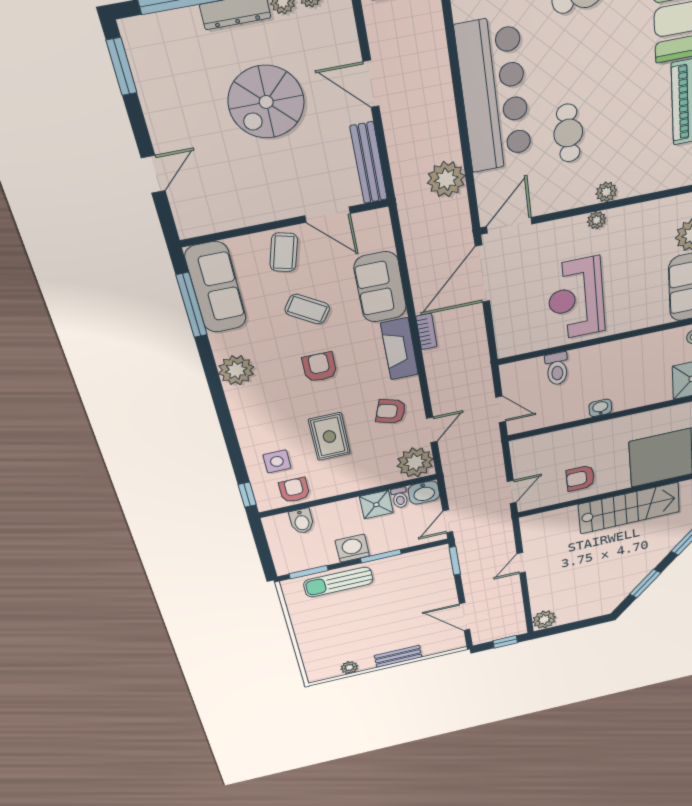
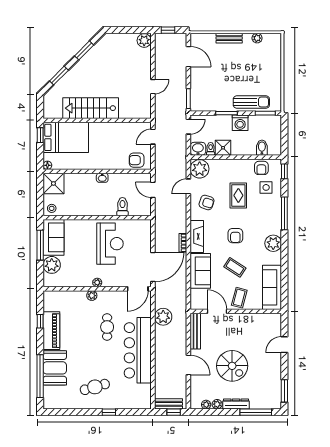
spiral stairs: (266, 102) -> (232, 366), turned 90
window: (192, 305) -> (284, 213), moved
armchair: (580, 478) -> (137, 160), moved, turned 180

